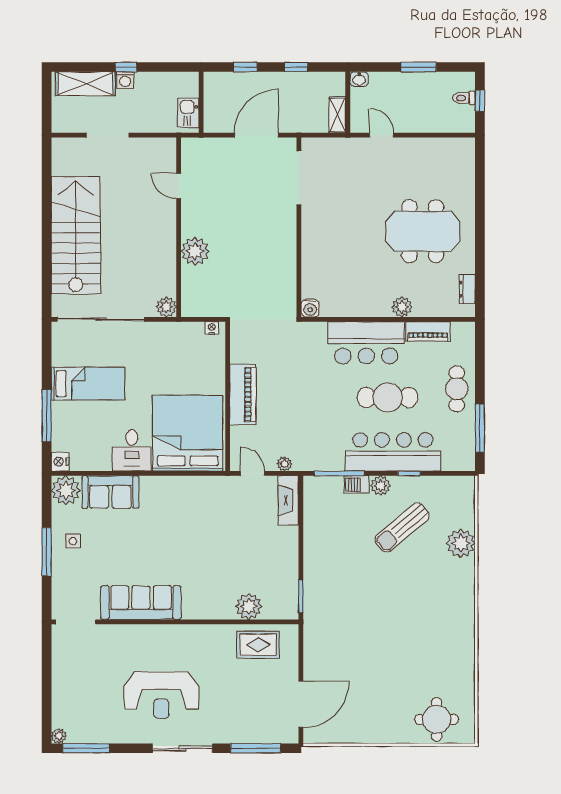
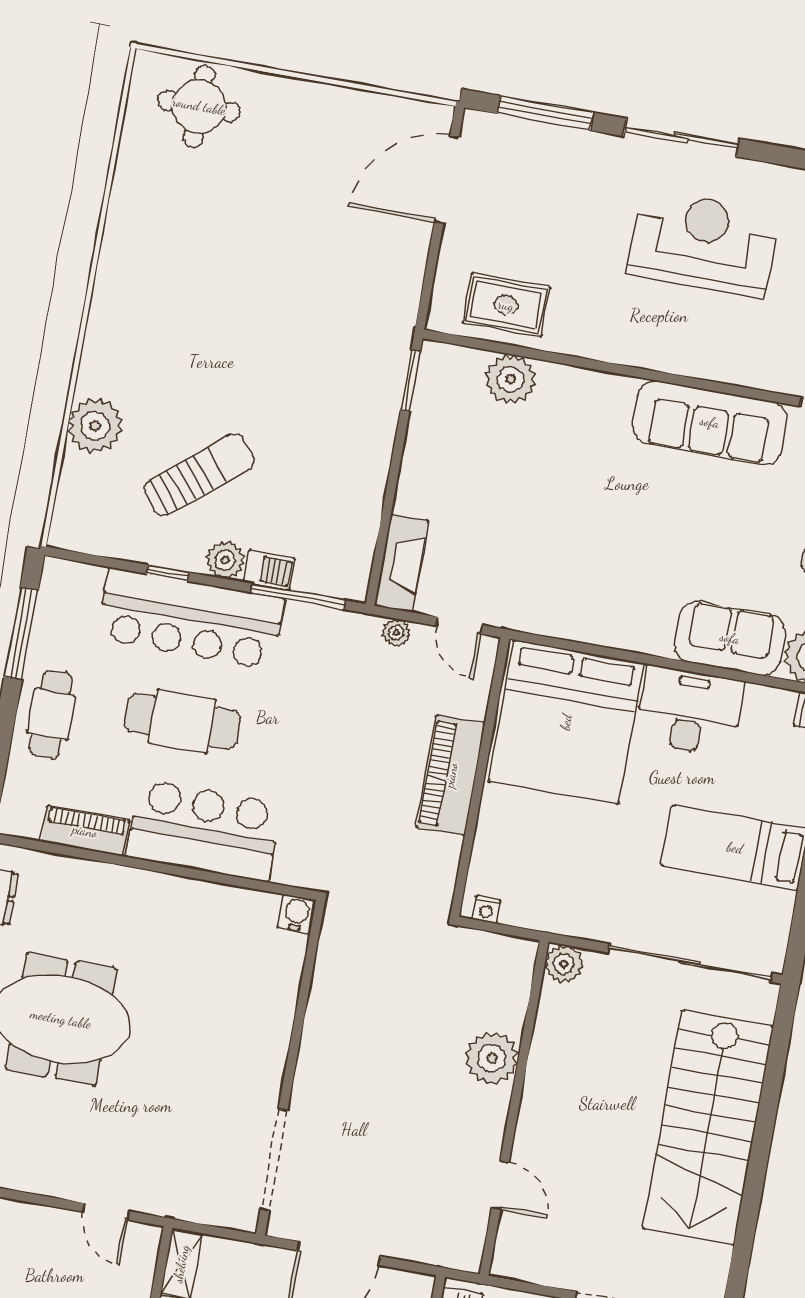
plant: (402, 307) -> (126, 885), removed
desk: (132, 450) -> (689, 711), width x1.37

